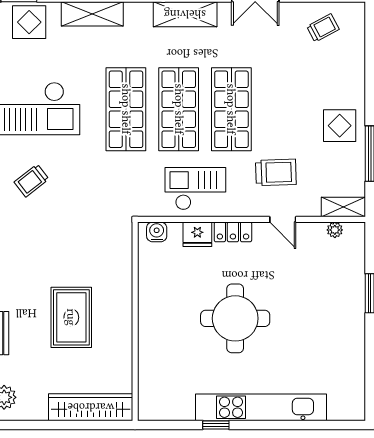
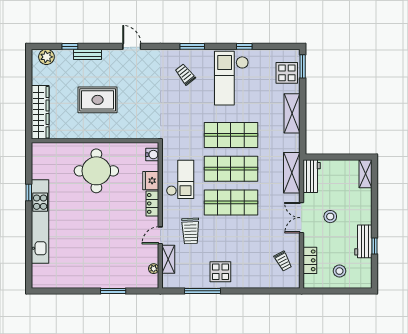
shelving: (343, 207) -> (168, 259), moved
round table: (235, 318) -> (96, 171), moved

